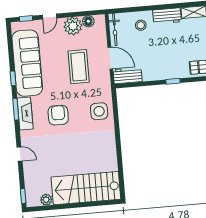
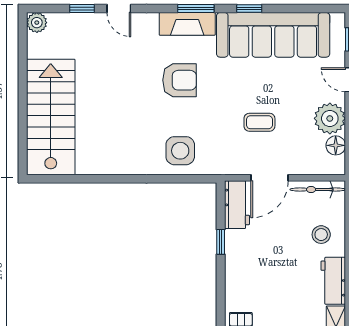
coffee table: (79, 67) -> (259, 122), width x0.54, depth x0.58
window: (173, 81) -> (221, 242), moved
door: (20, 154) -> (119, 8), hinge flipped
window: (23, 196) -> (82, 8), moved
plant: (46, 200) -> (37, 23), moved

